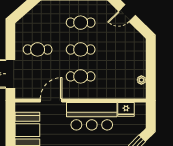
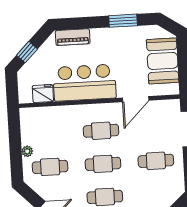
cafe table: (124, 49) -> (50, 167), added
plant: (141, 80) -> (27, 151), moved

